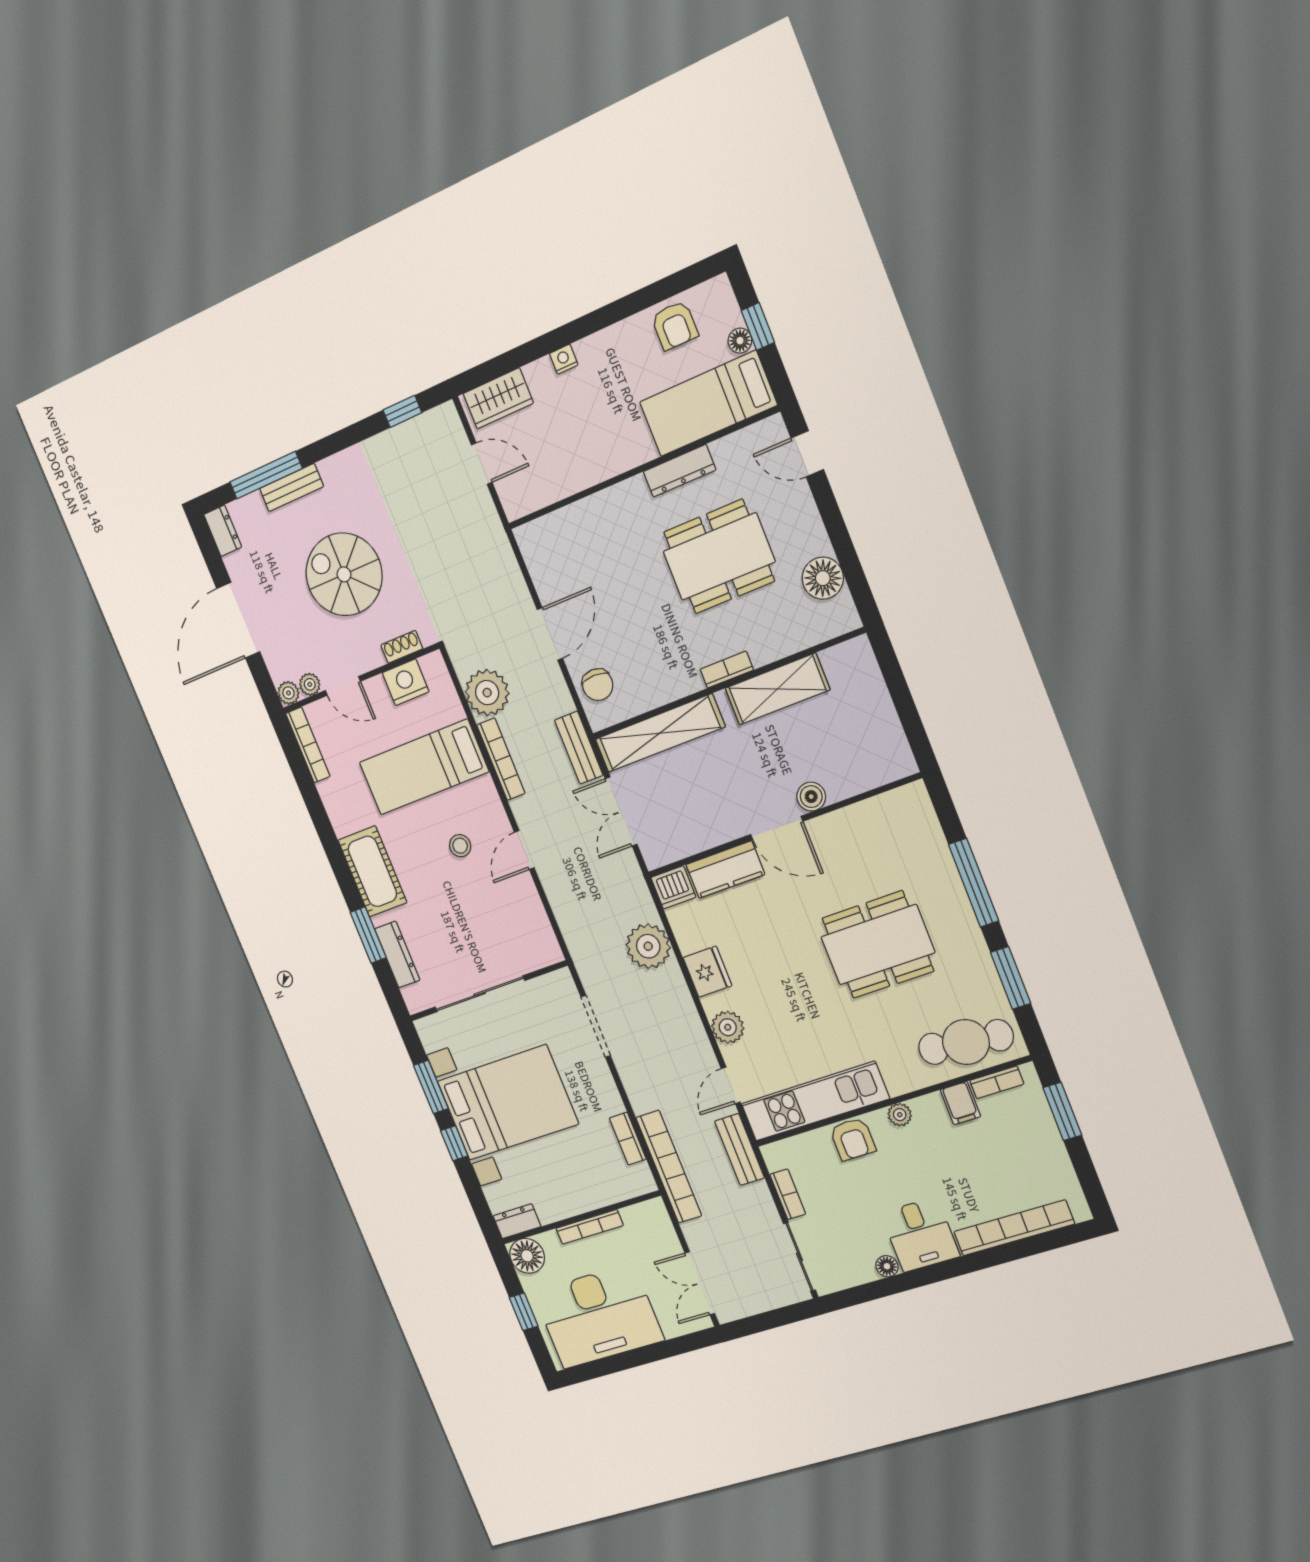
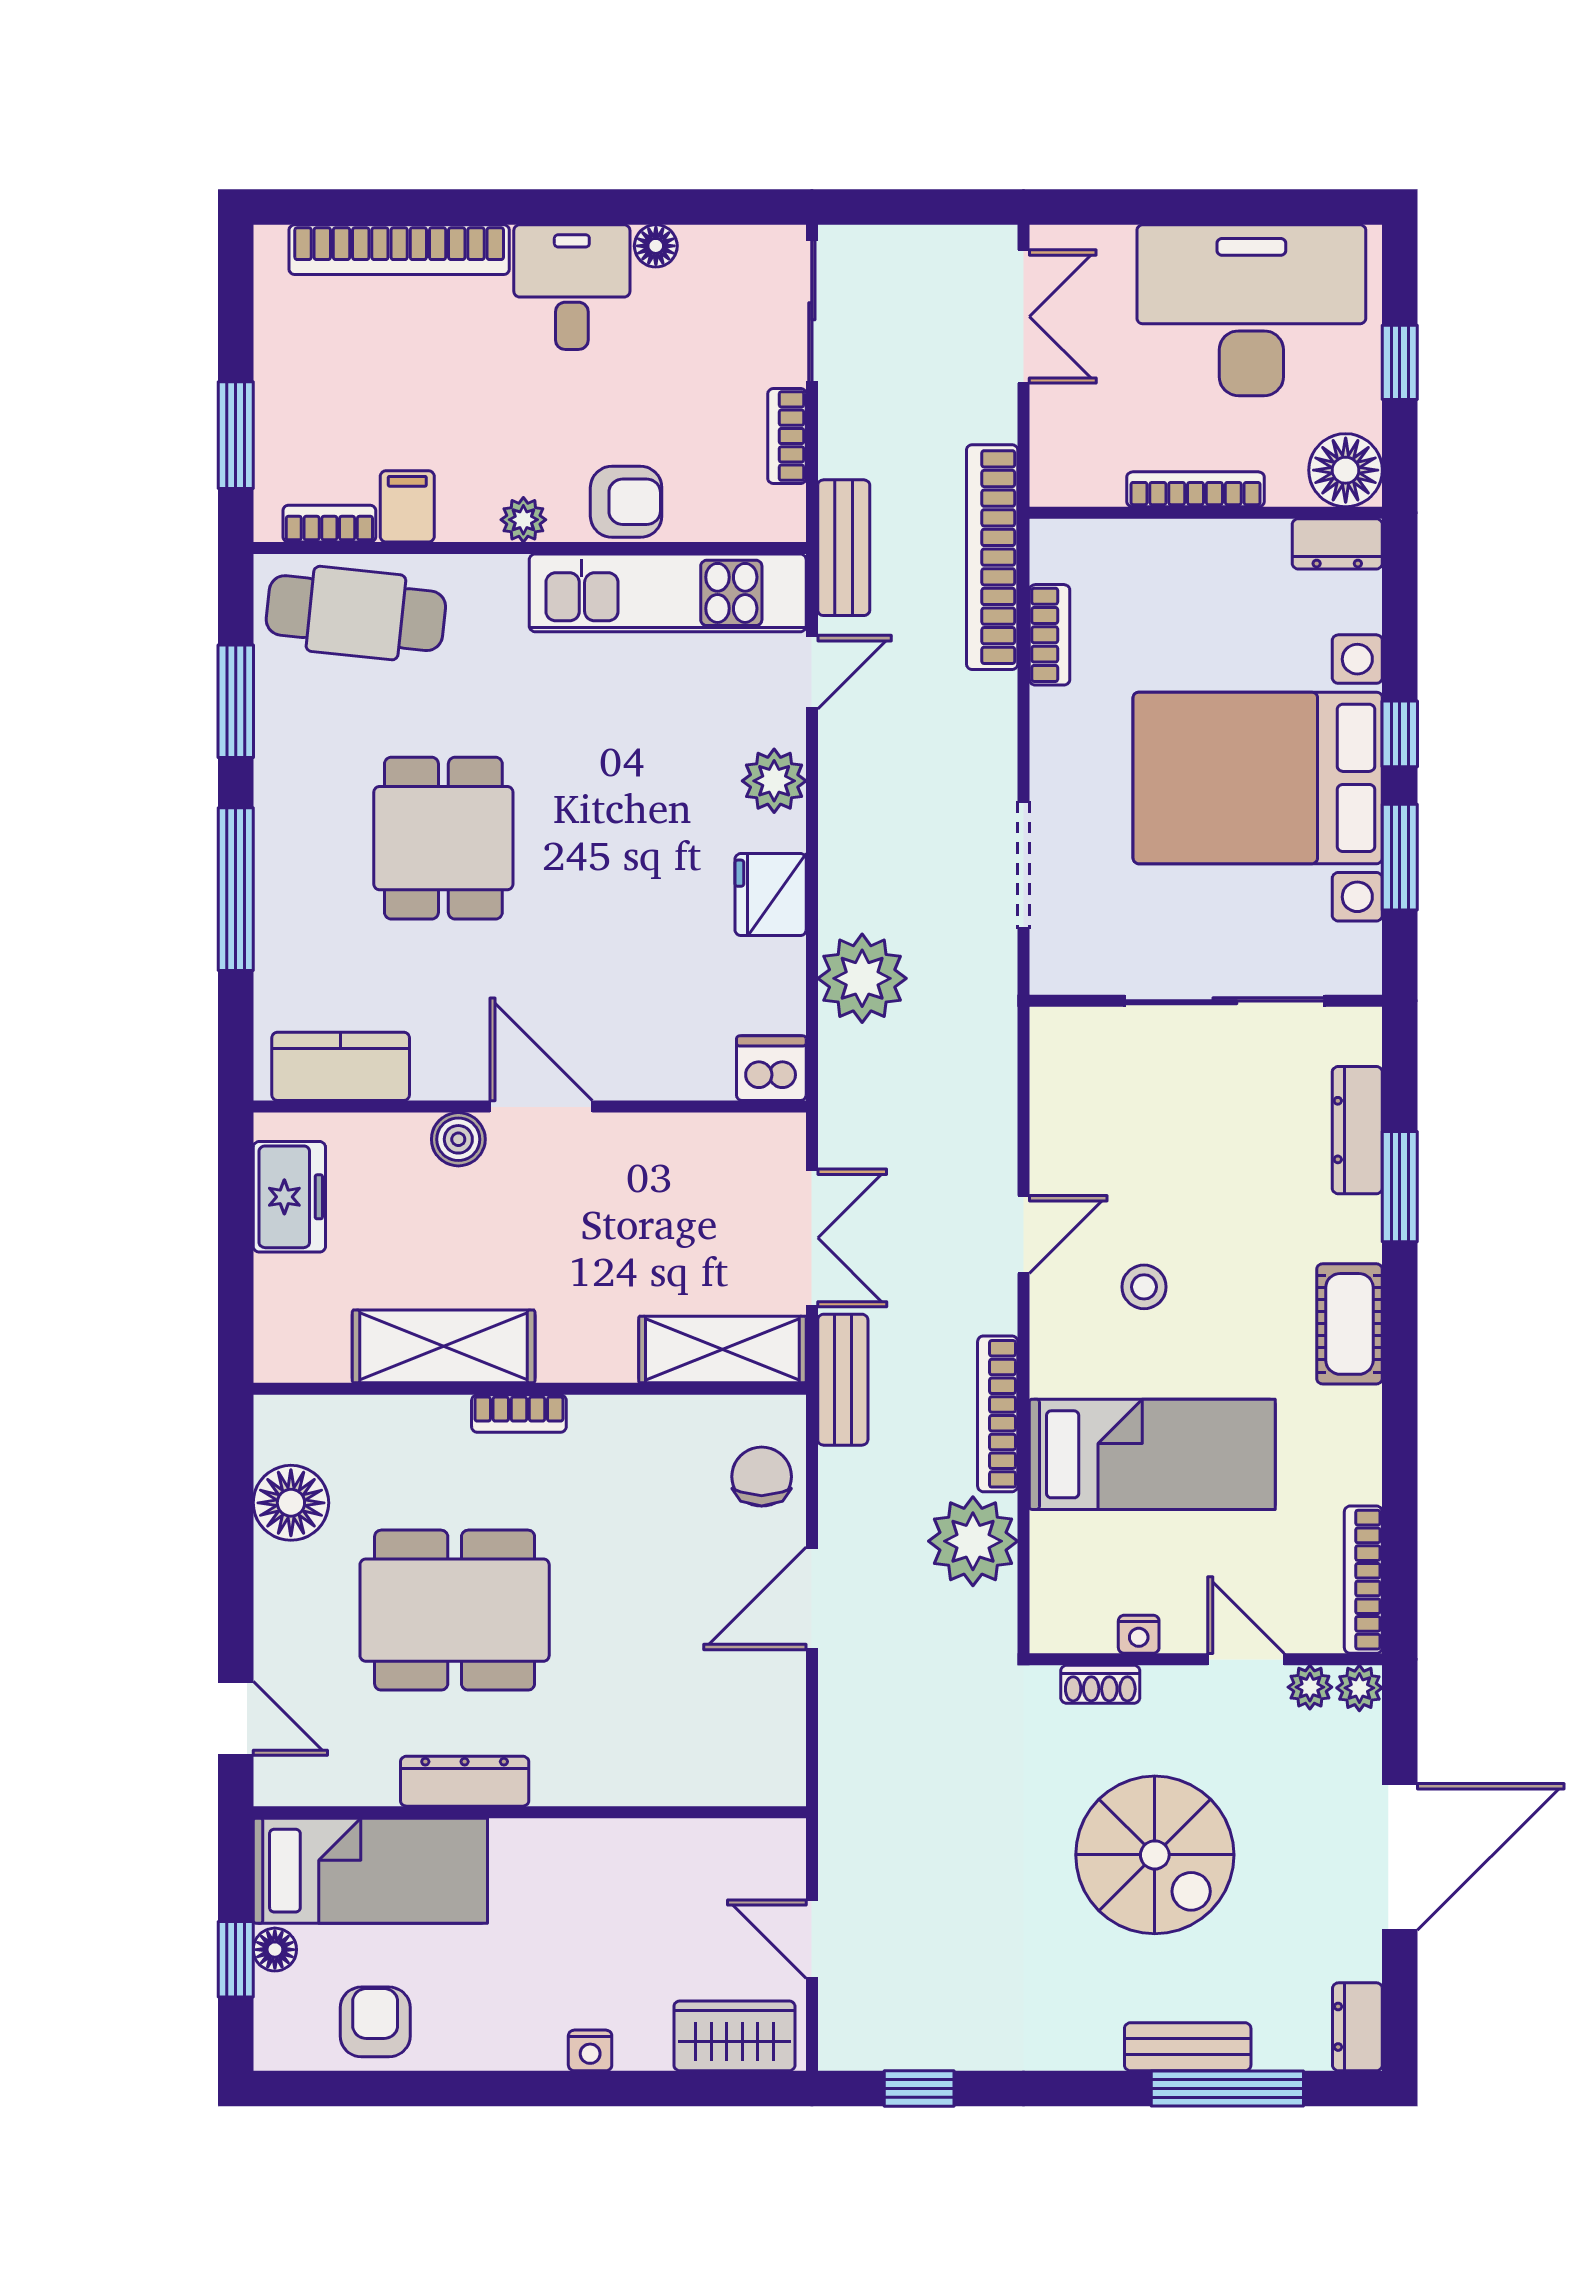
nightstand: (406, 682) -> (1139, 1634), width x0.53, depth x0.56
shelving: (660, 733) -> (722, 1349), width x0.68
freezer: (885, 736) -> (289, 1197), added
kitchen counter: (725, 870) -> (341, 1066), moved
cot: (372, 871) -> (1349, 1324), width x0.73, depth x0.75
dining table: (878, 945) -> (443, 838), width x0.73
armchair: (853, 1139) -> (626, 502), turned 90

